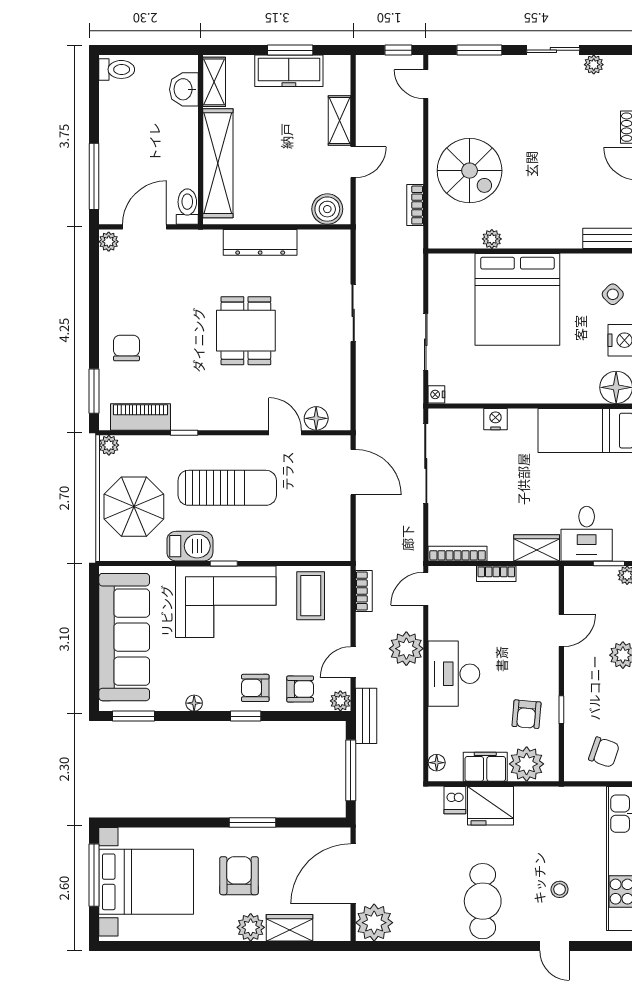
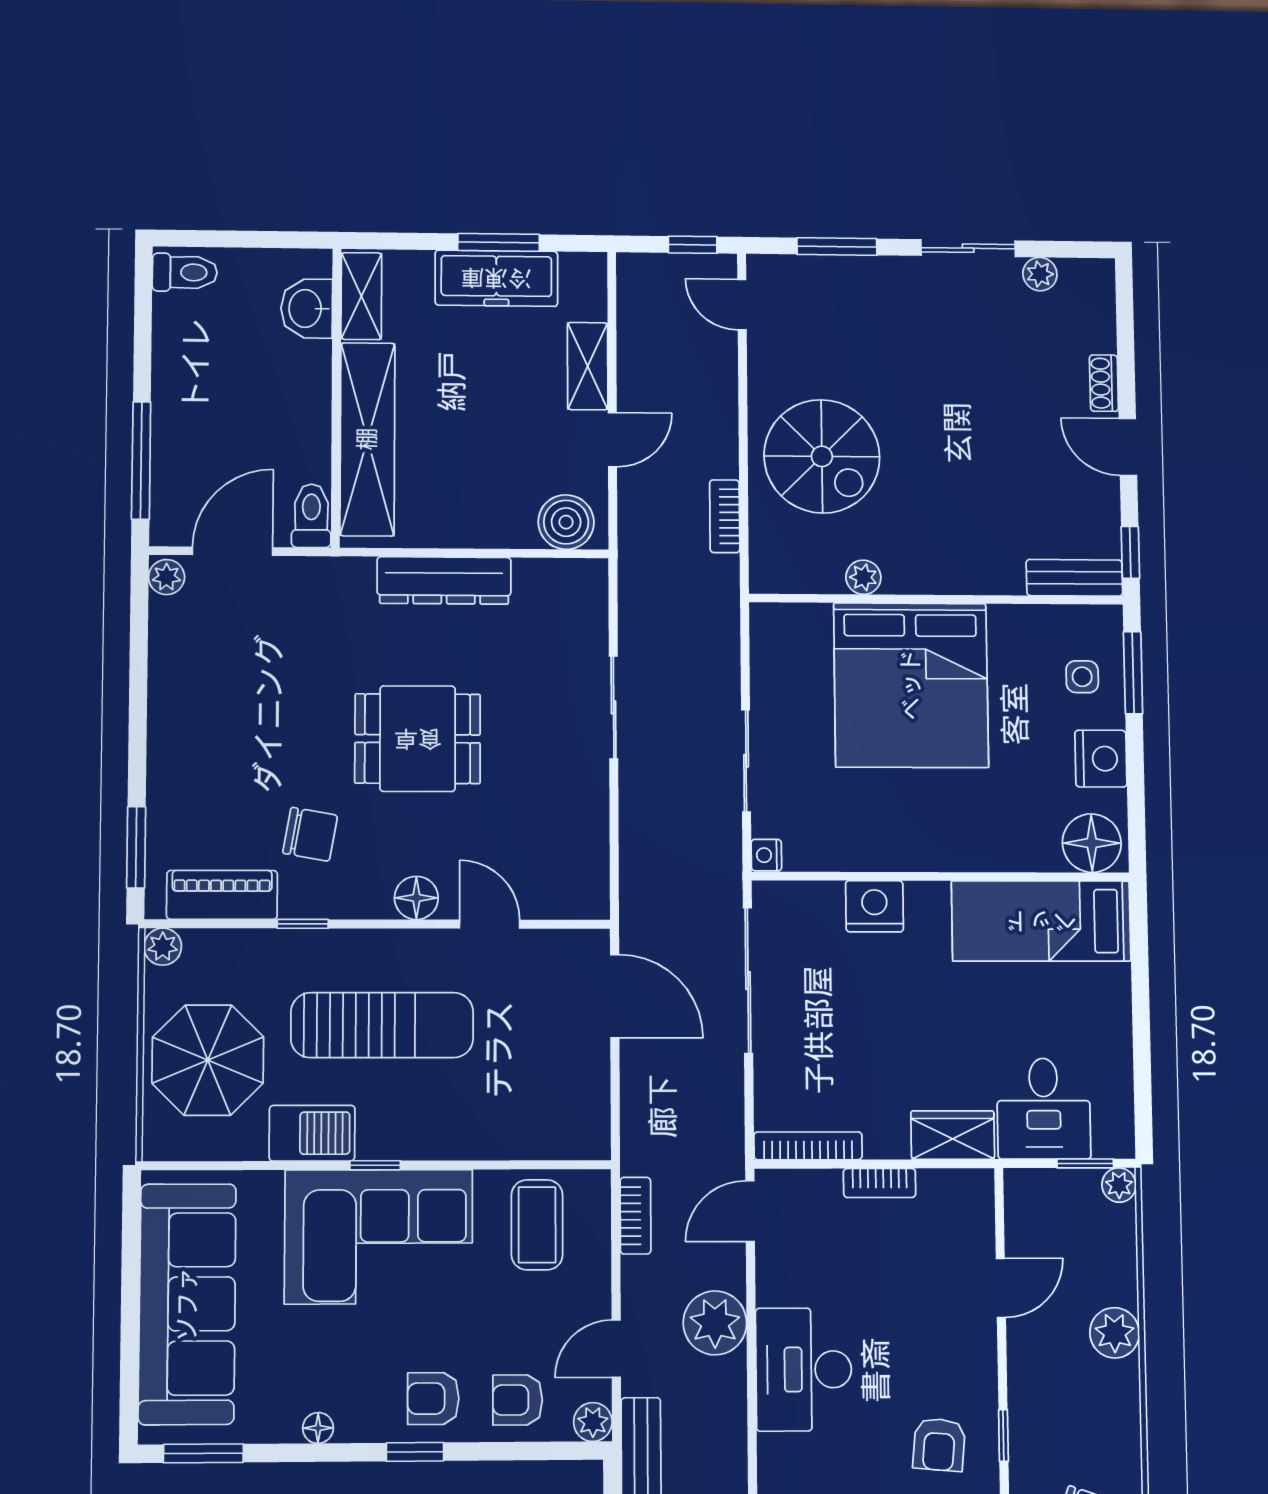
side table: (613, 294) -> (1082, 677), turned 45
dining table: (246, 331) -> (418, 739), turned 90
chair: (126, 348) -> (310, 834), moved, turned 100
floor lamp: (316, 418) -> (416, 898), moved
nightstand: (495, 419) -> (874, 906), width x1.36, depth x1.33
armchair: (300, 689) -> (518, 1400), turned 180

